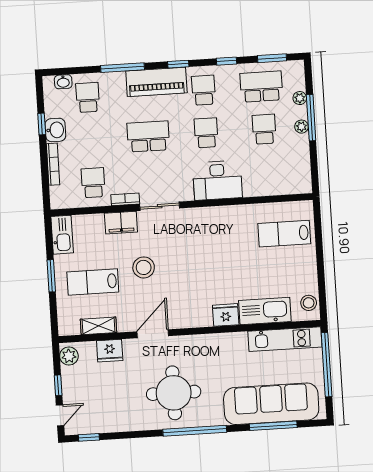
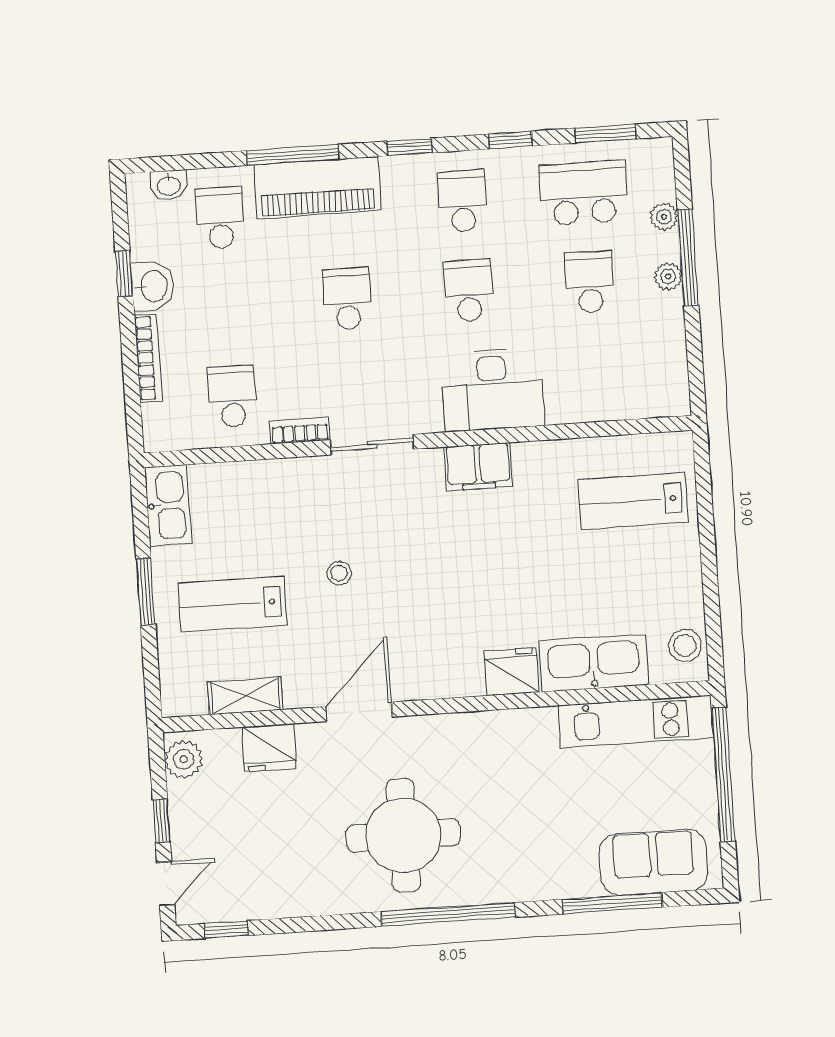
piano: (156, 82) -> (317, 188), moved
school desk: (148, 136) -> (347, 299), width x0.54
filing cabinet: (121, 223) -> (478, 467), moved
stool: (144, 267) -> (339, 573), width x0.53, depth x0.53
sofa: (271, 404) -> (654, 862), width x0.54, depth x0.79

